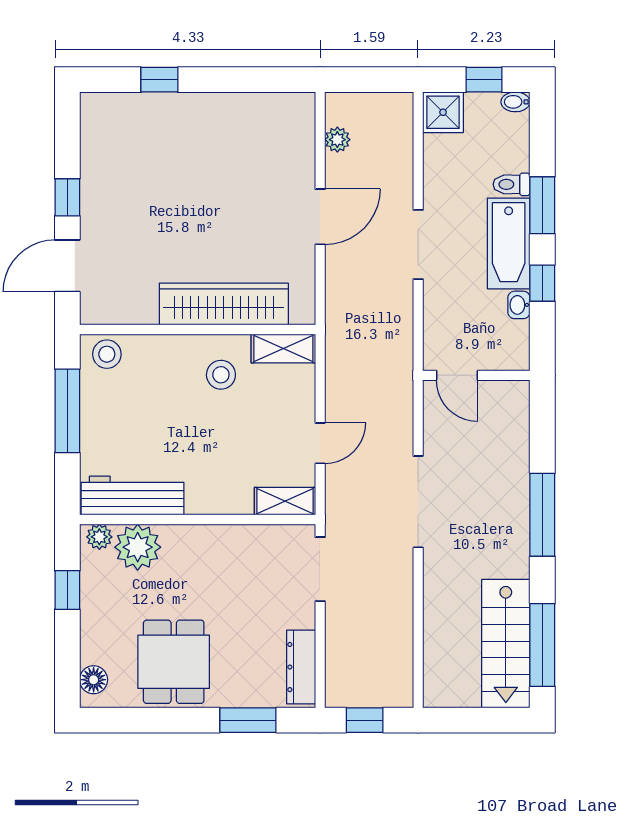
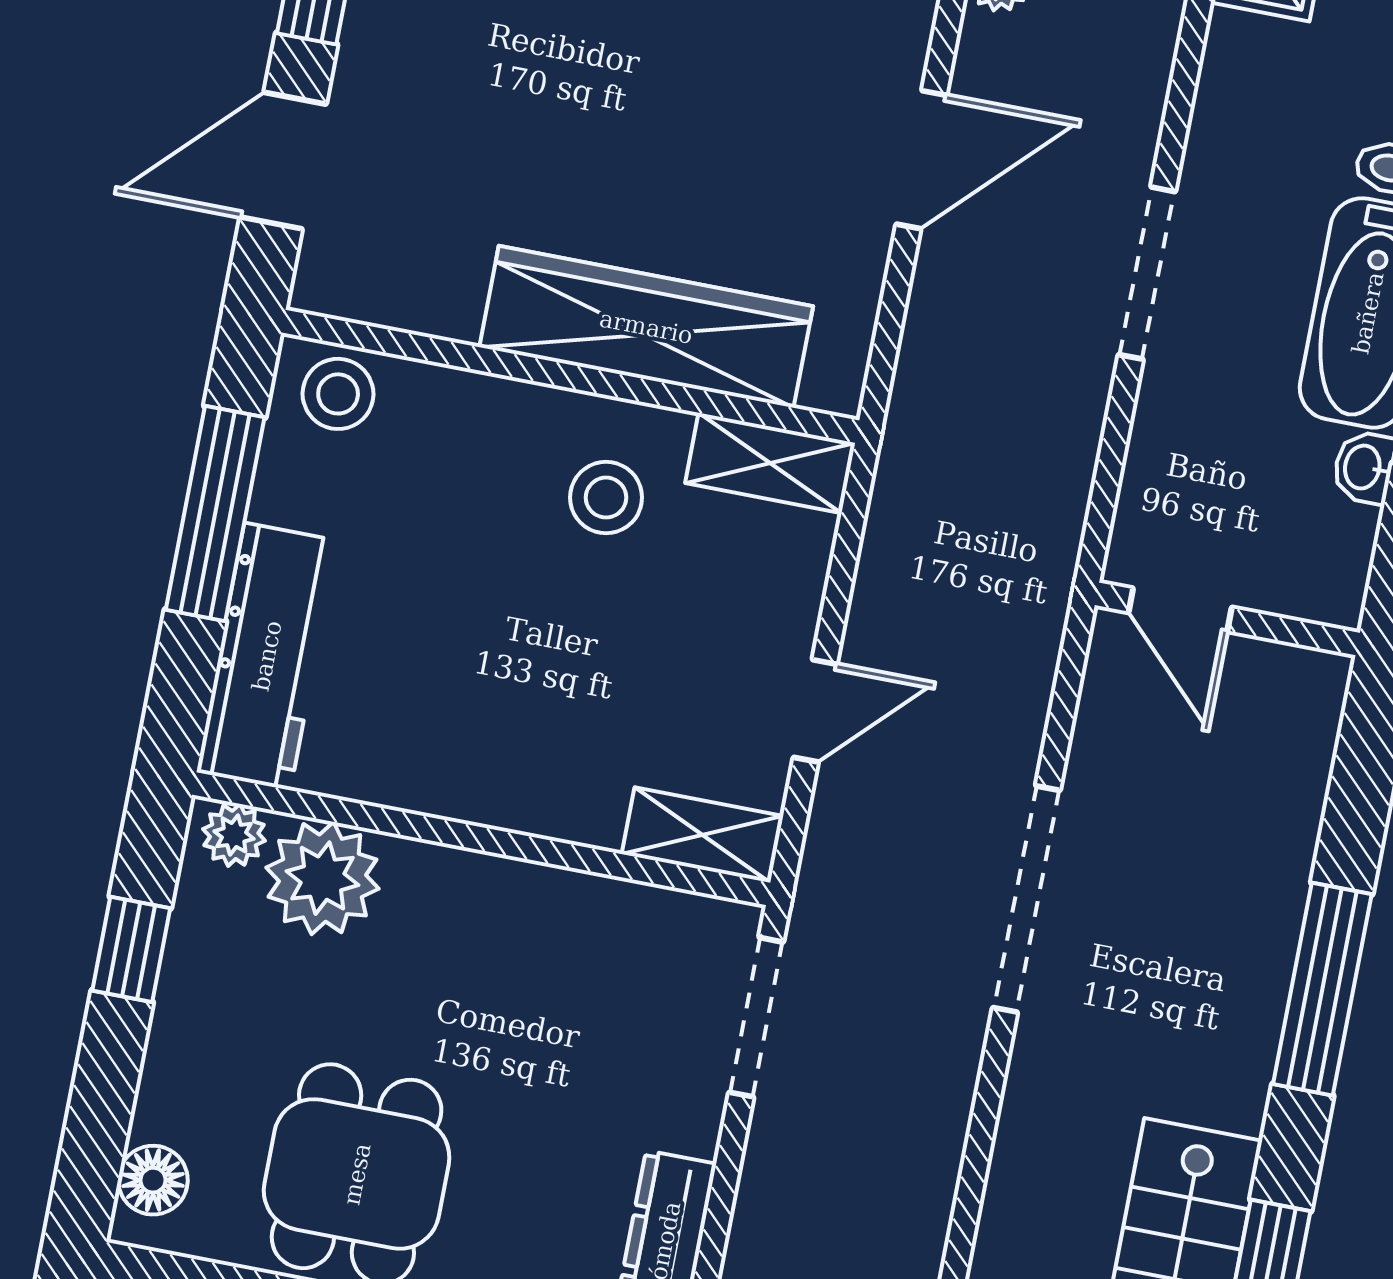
workbench: (133, 496) -> (267, 656), moved, turned 90

